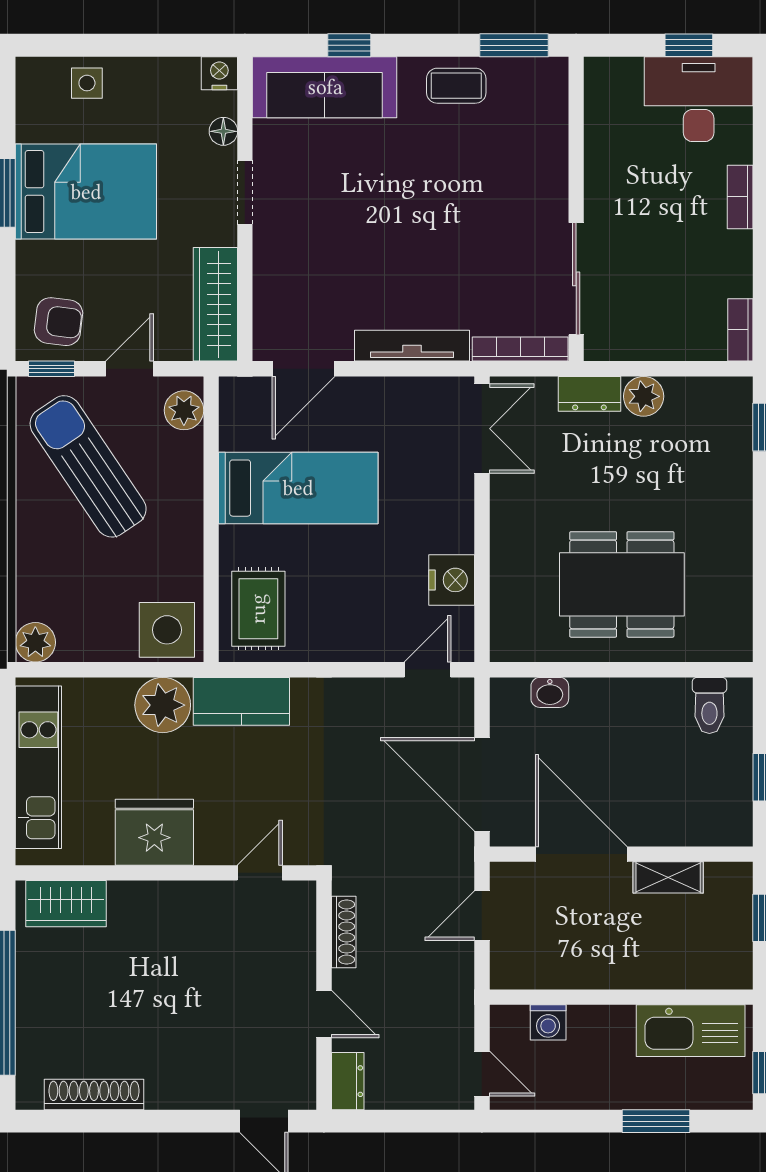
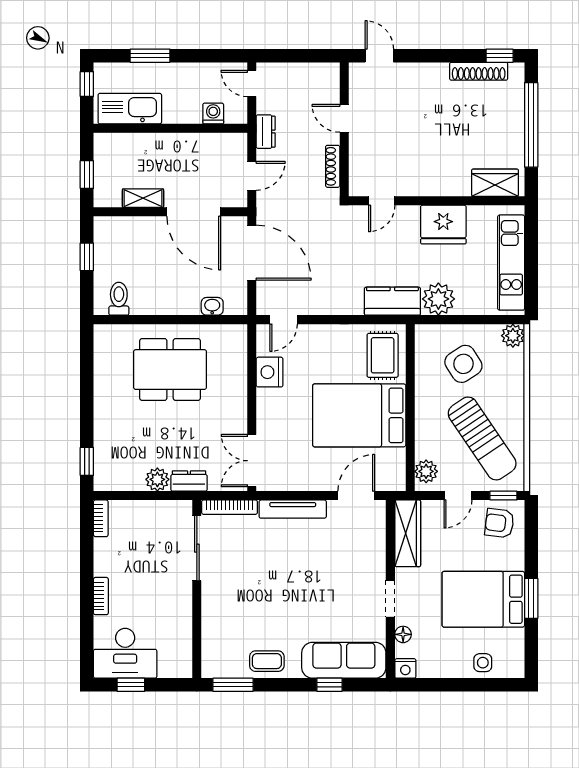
bed: (298, 488) -> (359, 415), width x1.50
side table: (167, 630) -> (463, 364), moved, turned -33
dresser: (348, 1081) -> (266, 132), moved, turned 180
window: (58, 1121) -> (500, 56), added

